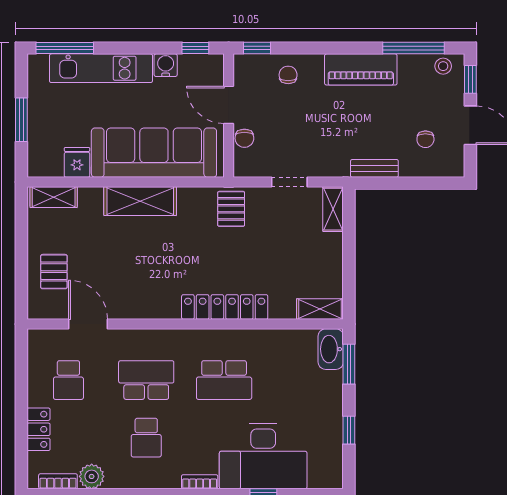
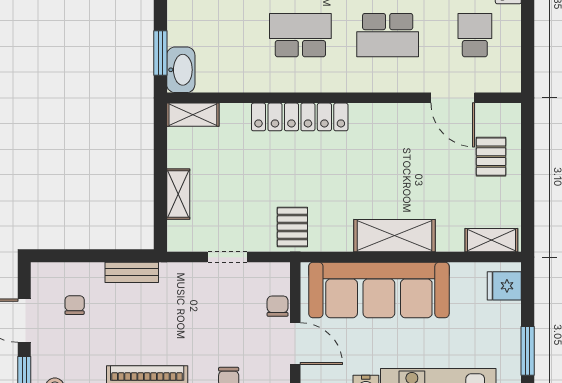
window: (21, 120) -> (528, 351), moved
fridge: (77, 162) -> (504, 286), moved, turned 90
shelving: (333, 209) -> (178, 194), moved

